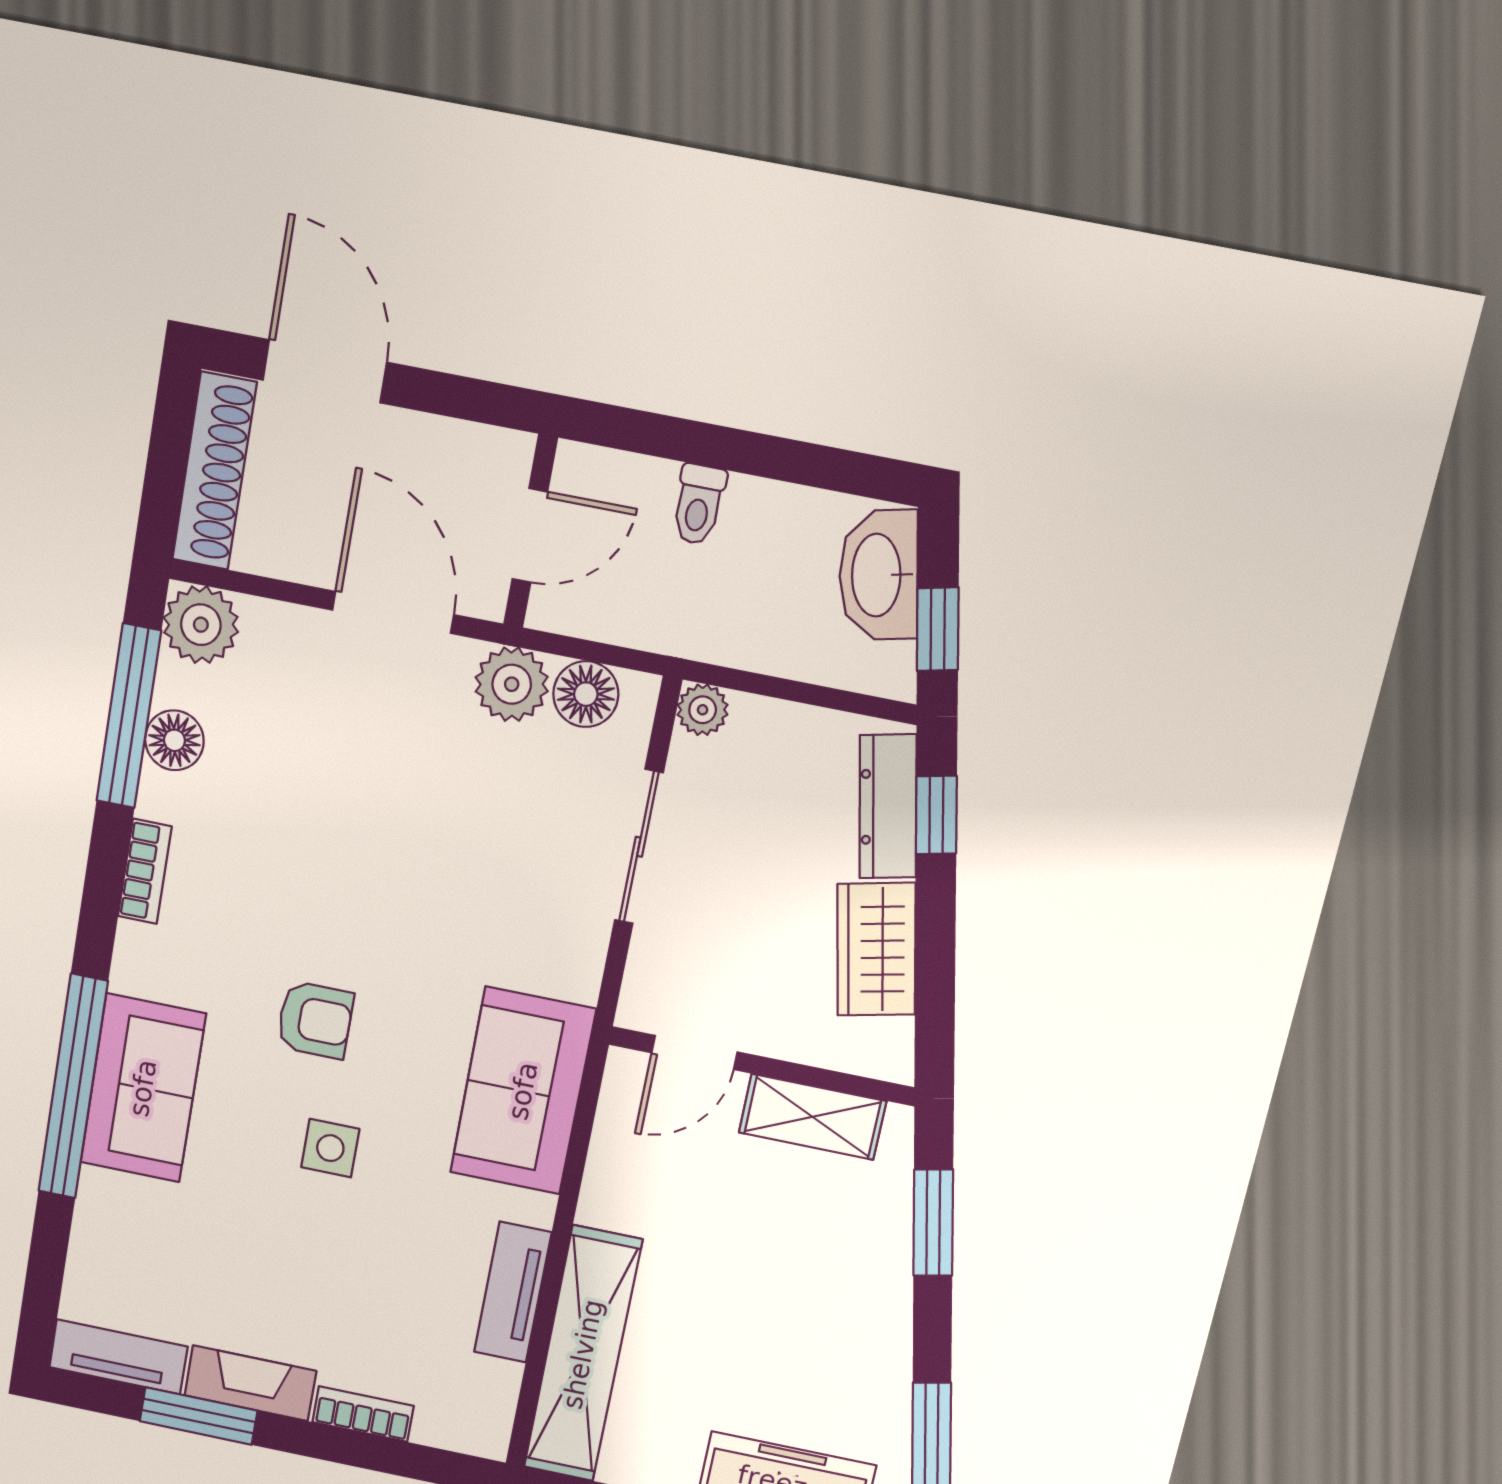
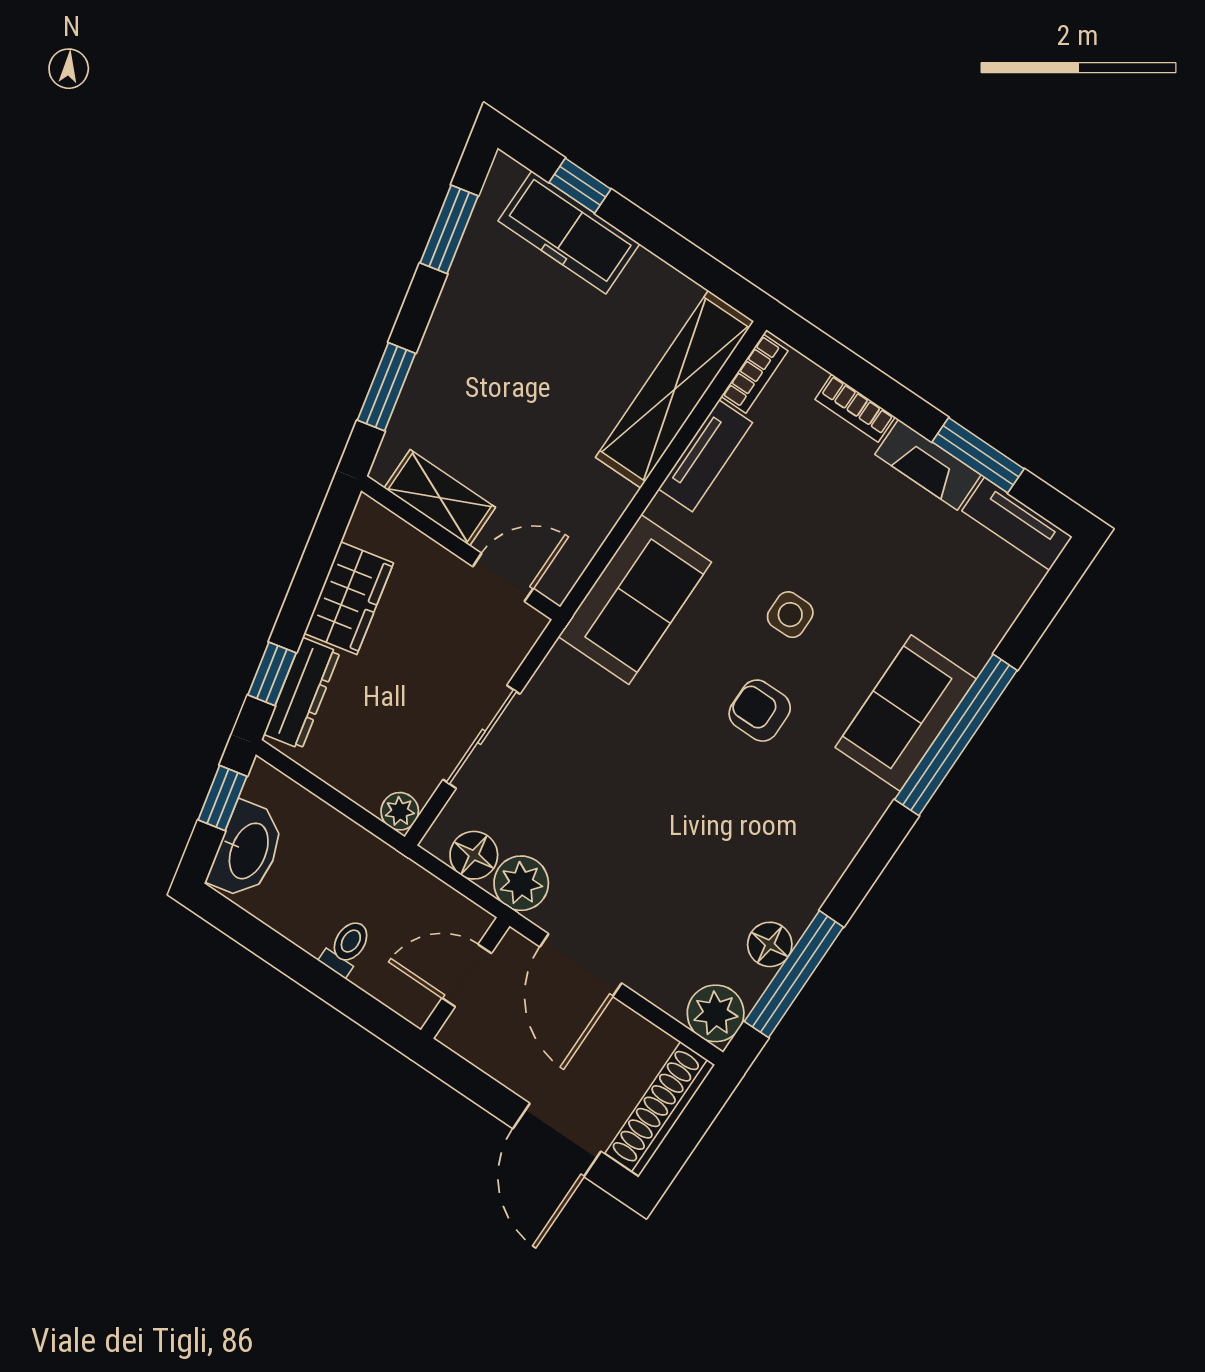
bookcase: (145, 871) -> (754, 374), moved, turned 180

